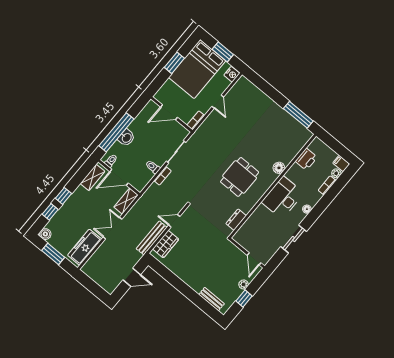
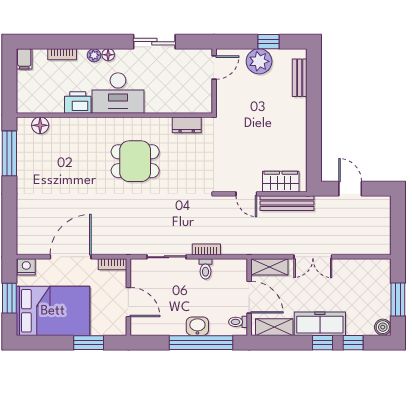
window: (174, 63) -> (89, 343), moved
door: (218, 102) -> (71, 257), width x1.87
printer: (306, 159) -> (78, 103), moved
floor lamp: (279, 168) -> (40, 125), moved
plant: (336, 173) -> (94, 55), moved
freezer: (85, 247) -> (320, 324), moved, turned 180
plant: (244, 284) -> (259, 61), width x1.87, depth x1.87

